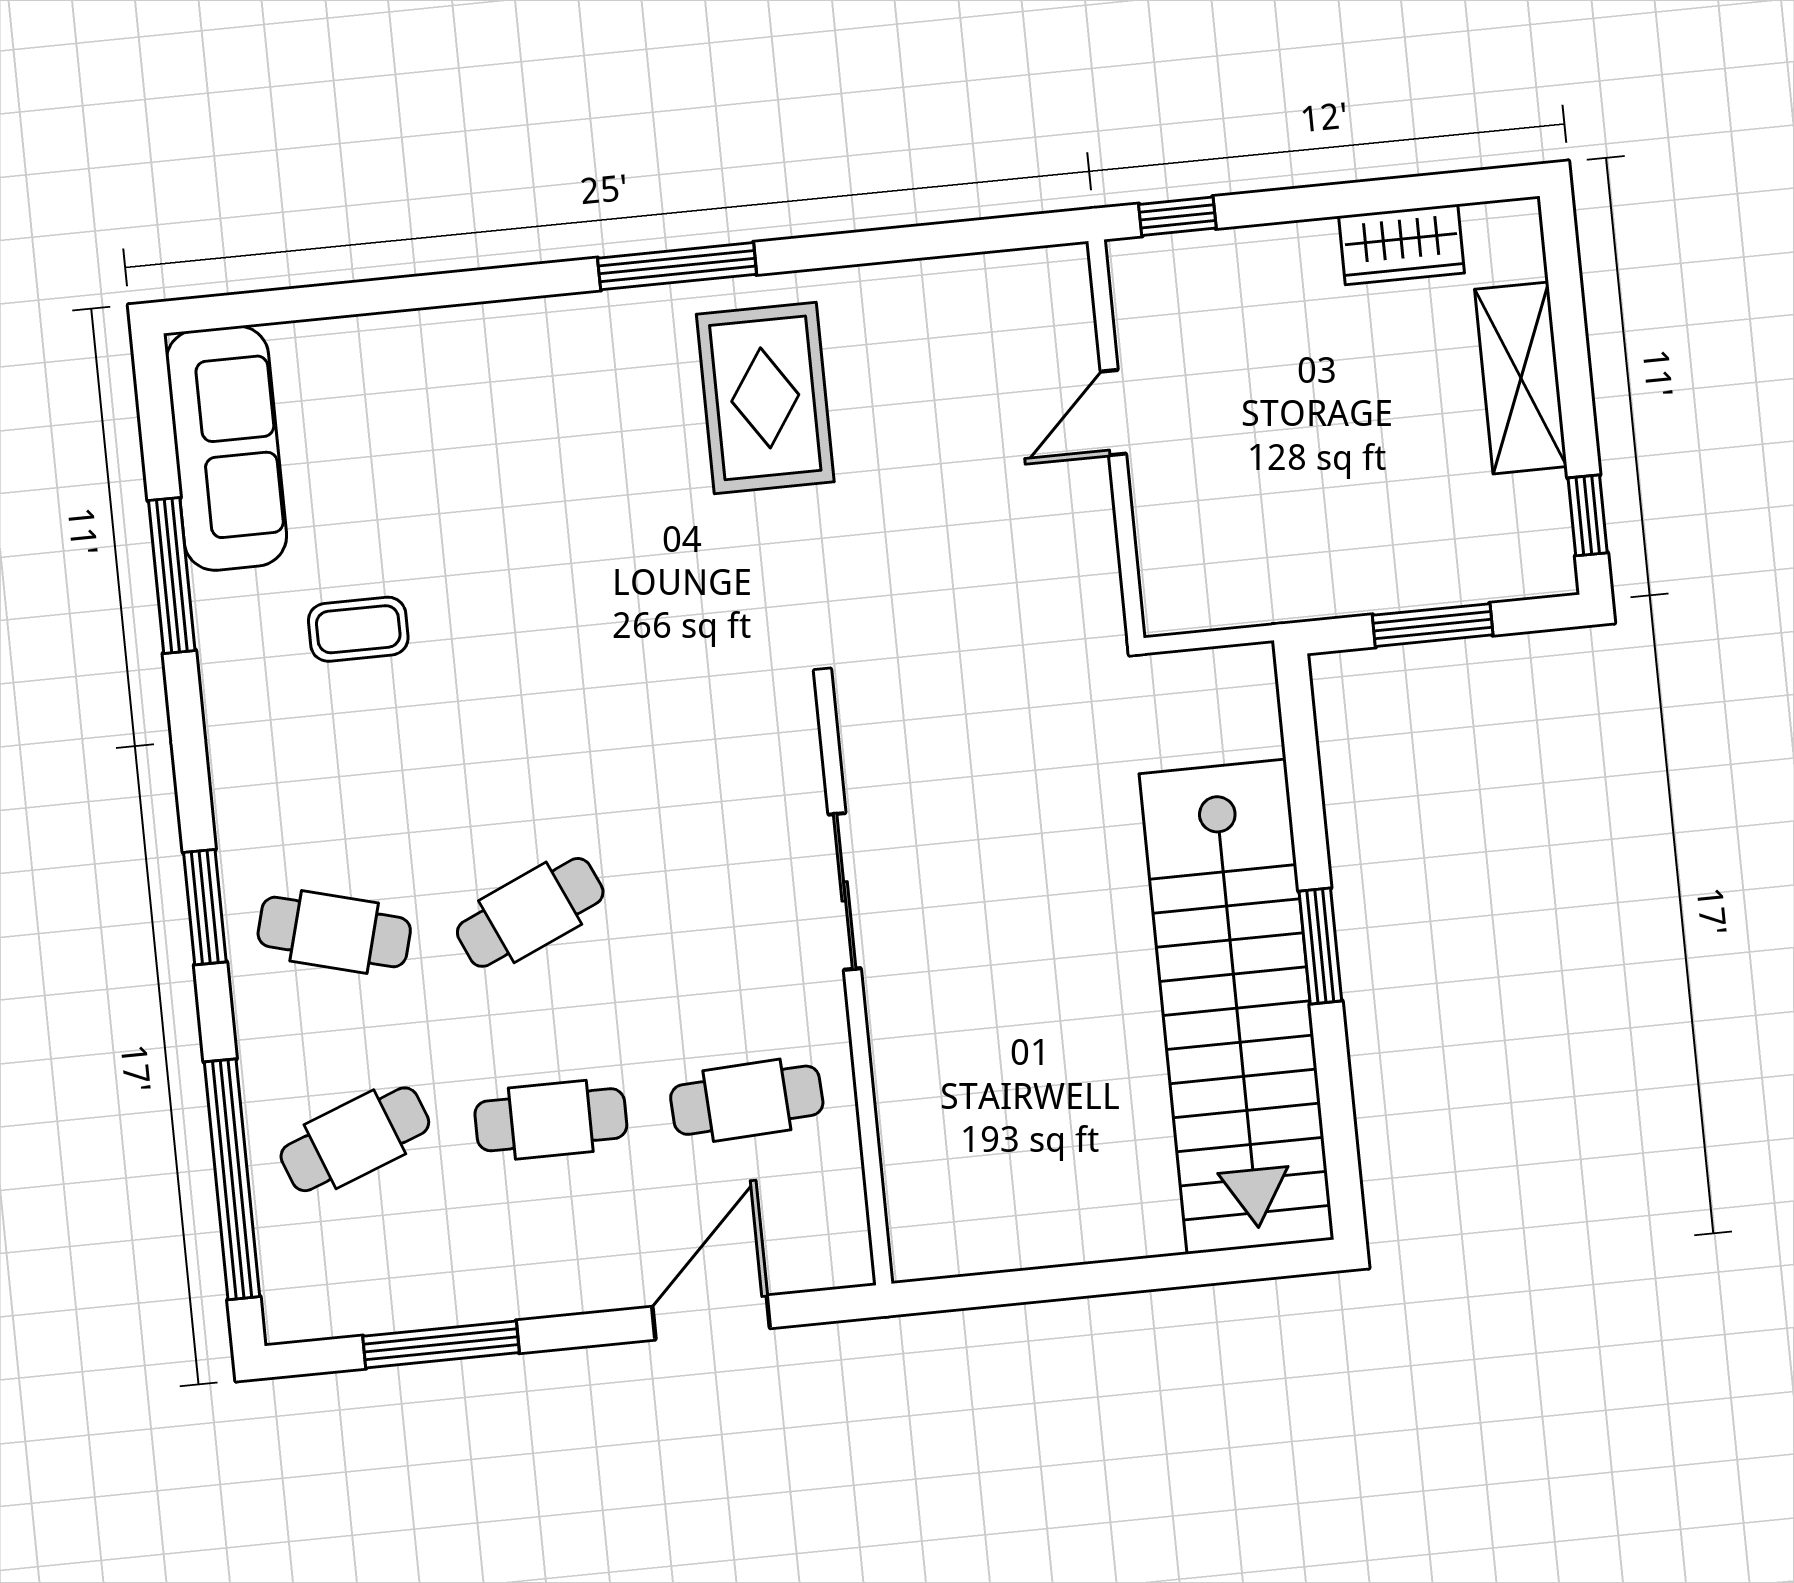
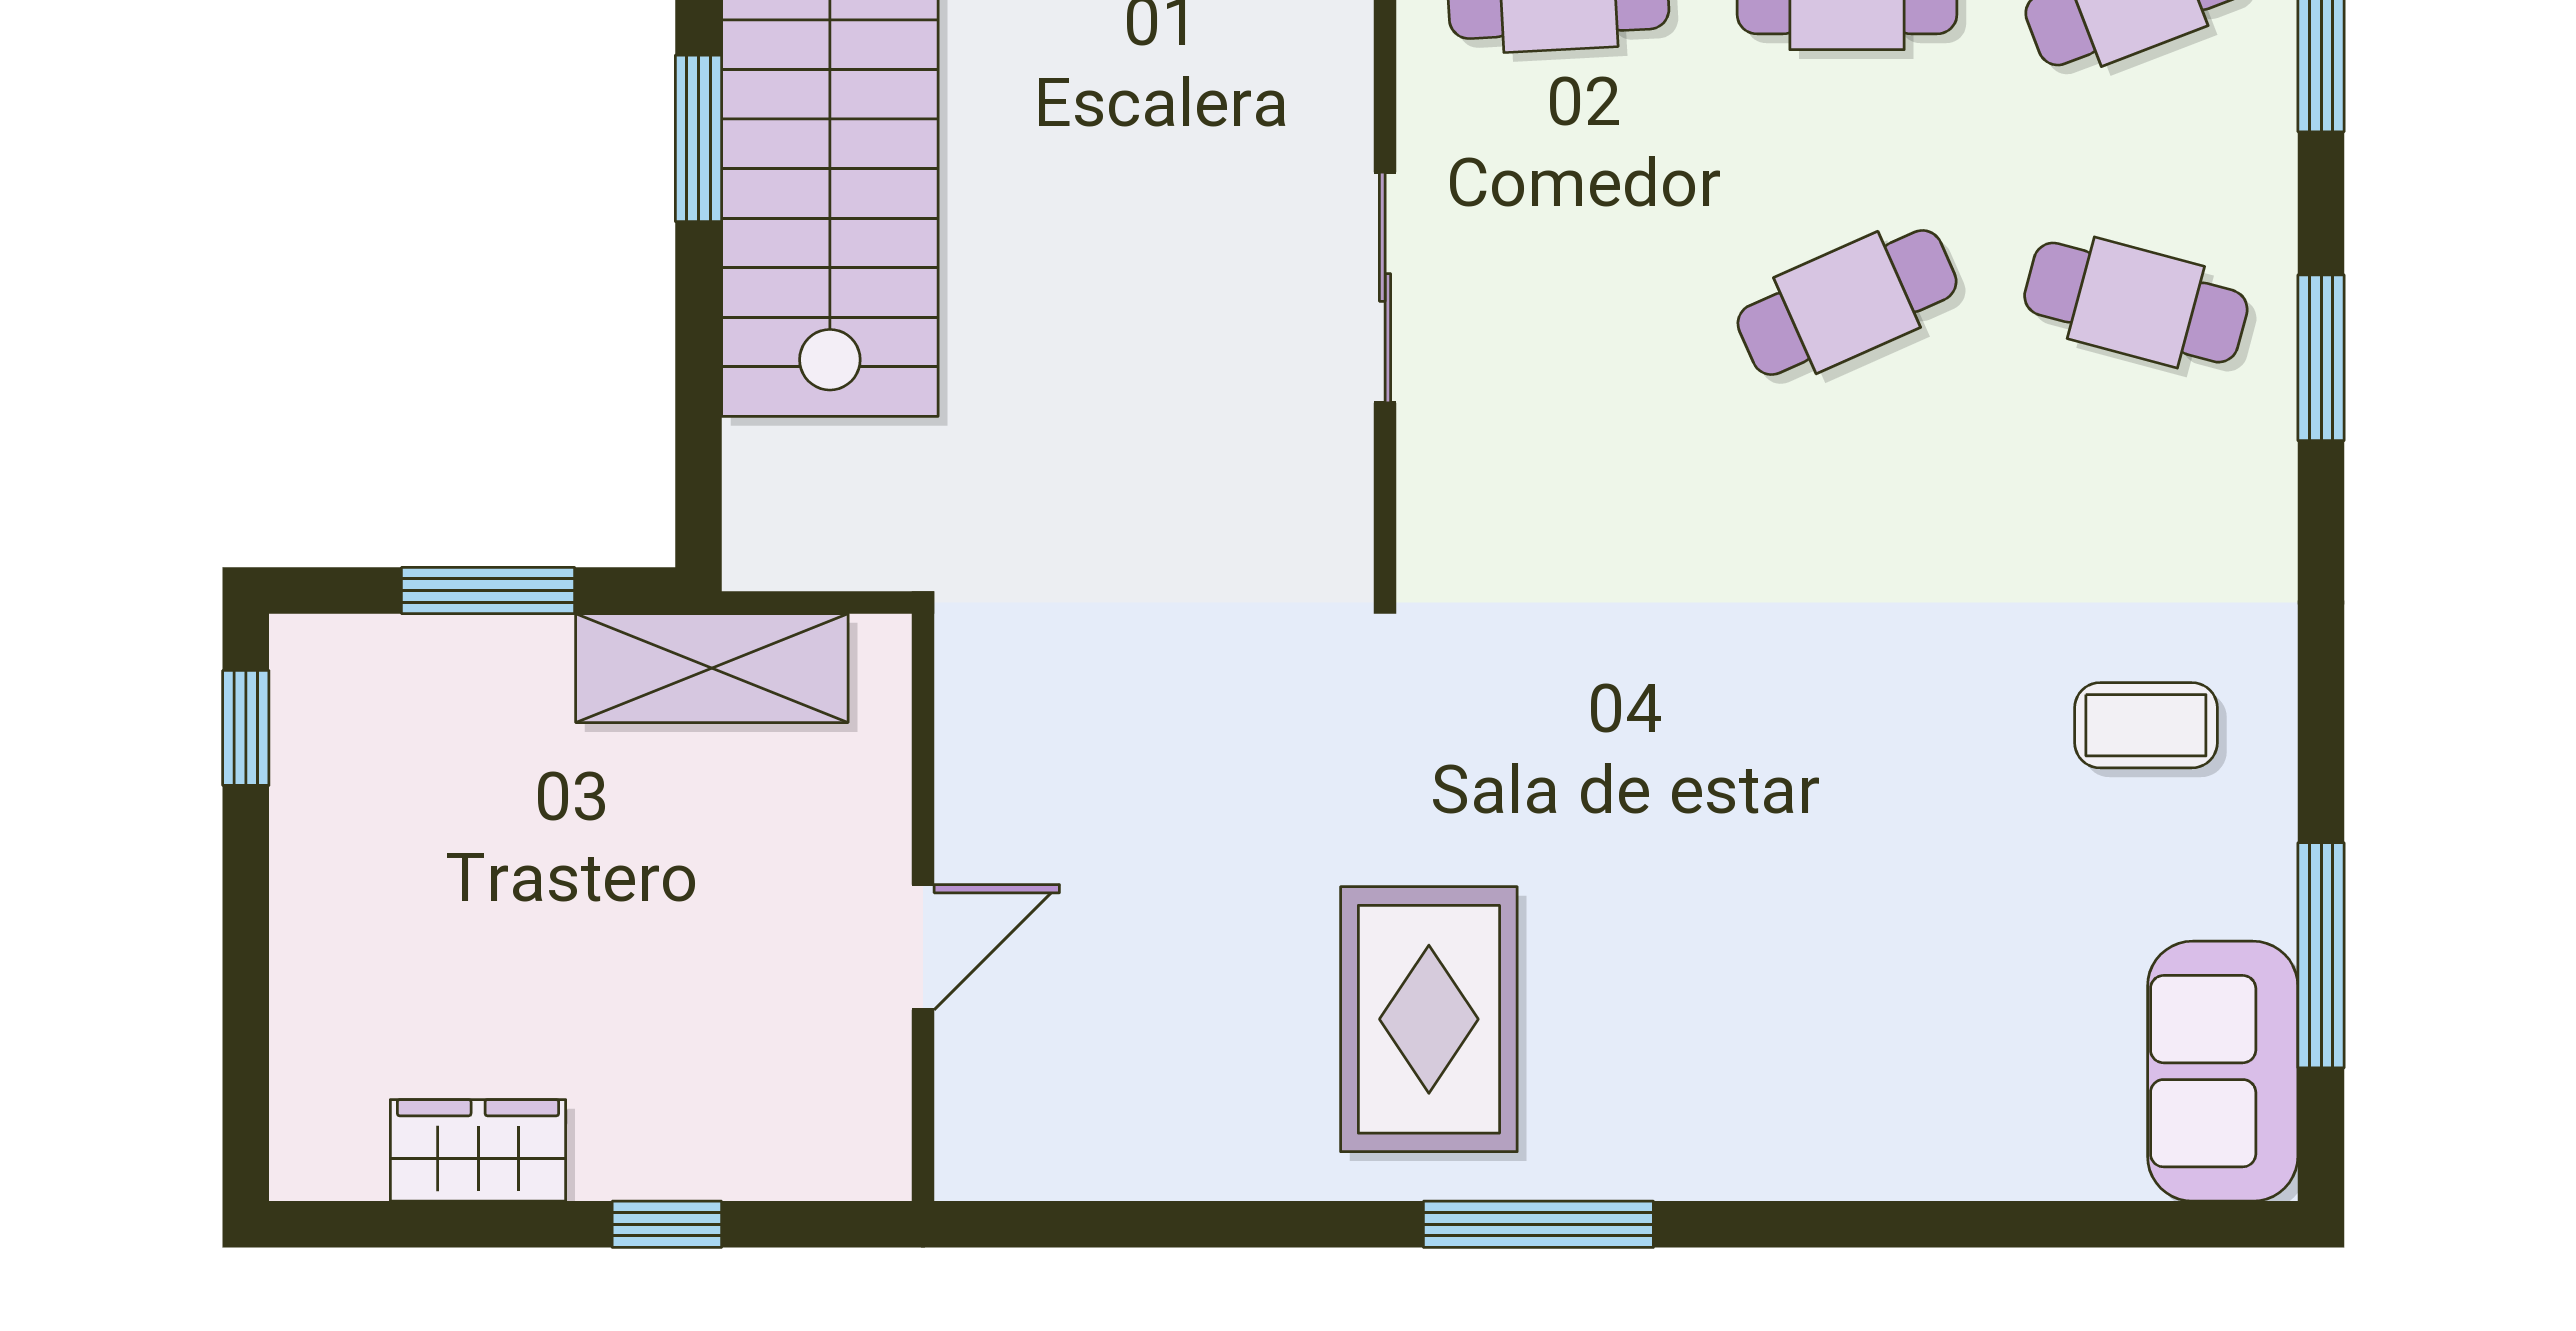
window: (1177, 216) -> (667, 1224), moved
shelving: (1521, 378) -> (712, 668), moved, turned 90
sofa: (226, 448) -> (2223, 1071), width x0.73
window: (172, 575) -> (2321, 955), moved
coffee table: (358, 629) -> (2146, 725), moved

